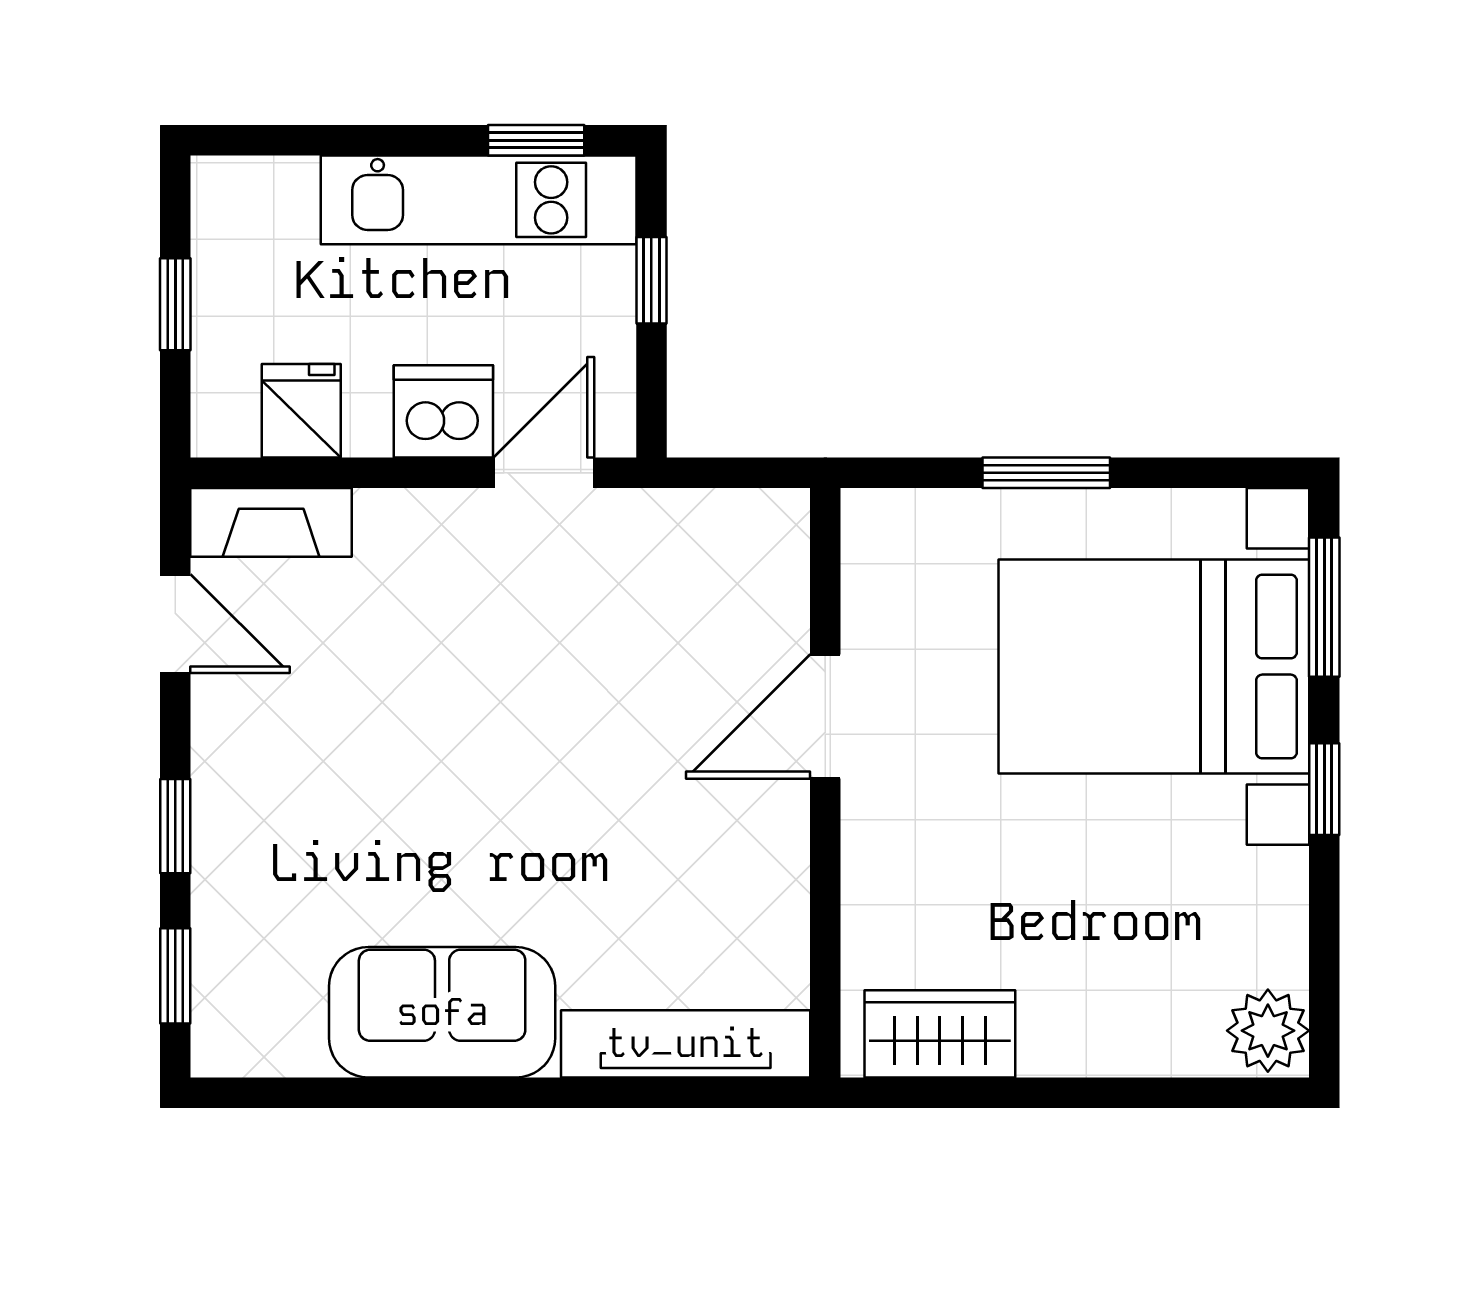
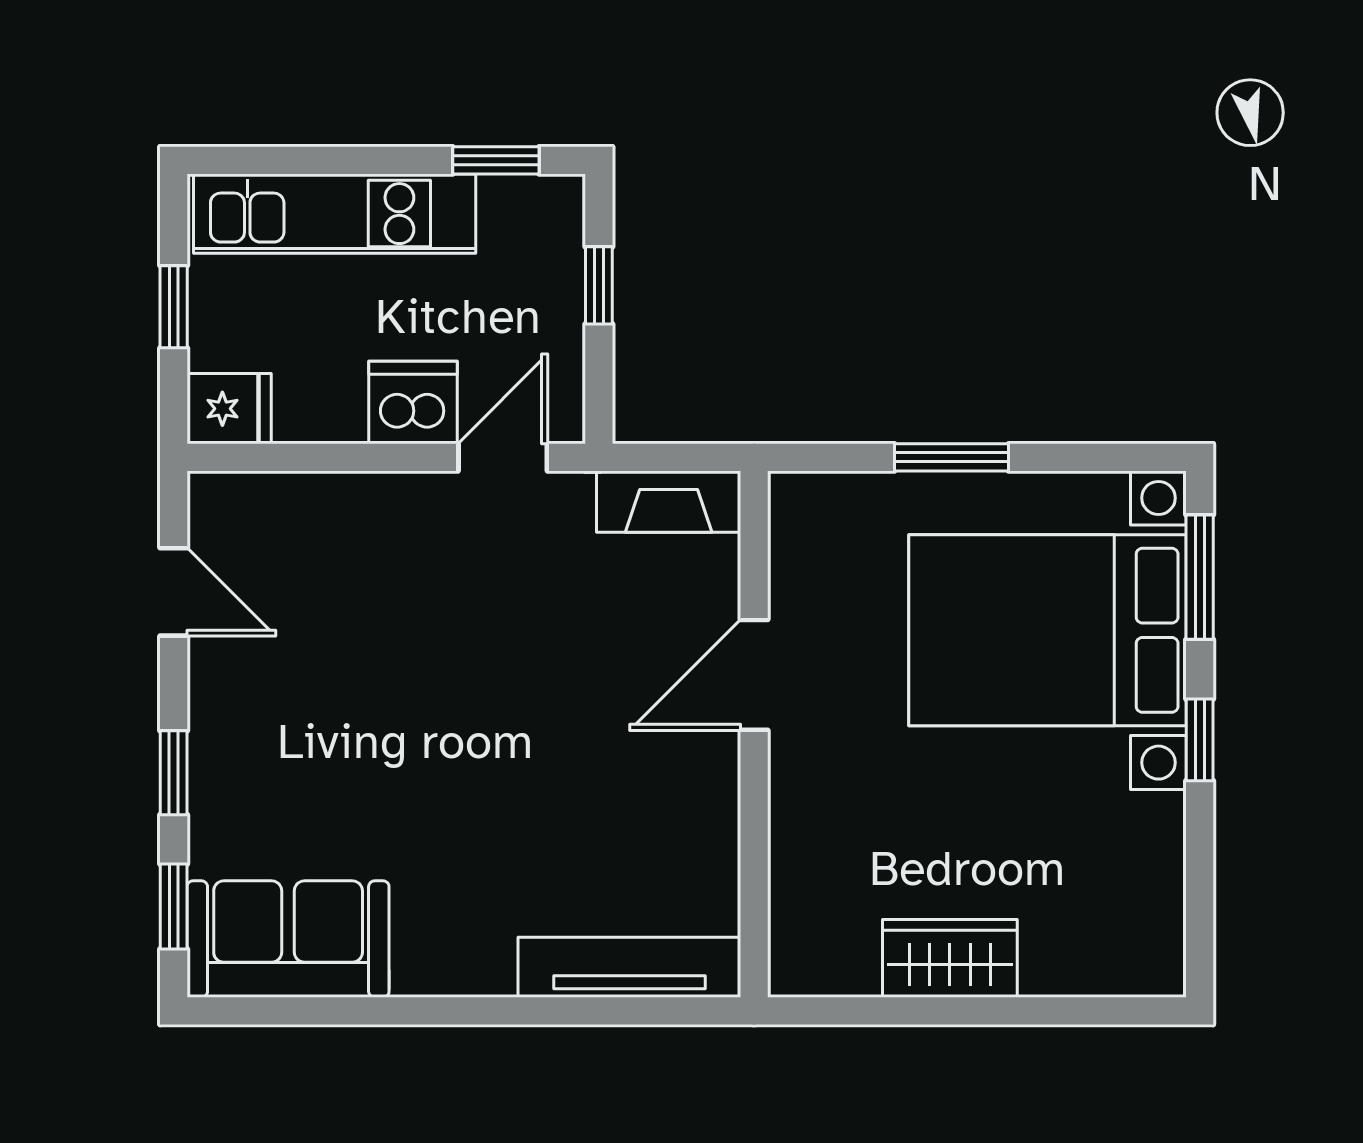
kitchen unit: (479, 200) -> (335, 214), moved
fridge: (301, 411) -> (229, 409), moved, turned 90
fireplace: (271, 522) -> (669, 502), moved
sofa: (442, 1012) -> (288, 939), moved
plant: (1268, 1031) -> (1149, 955), removed
wardrobe: (940, 1034) -> (950, 958), moved

